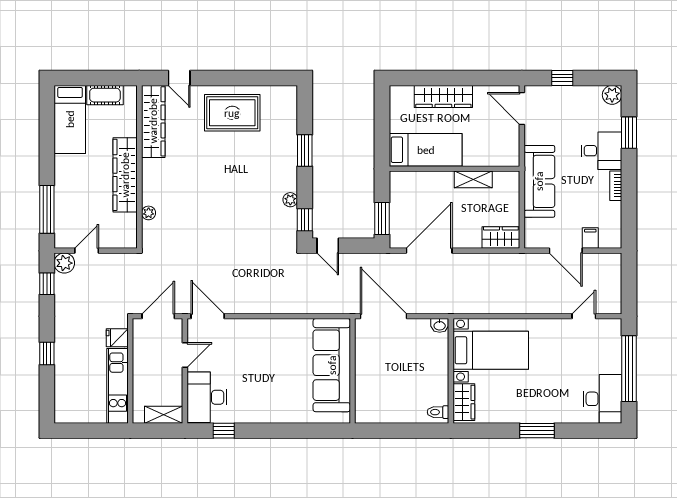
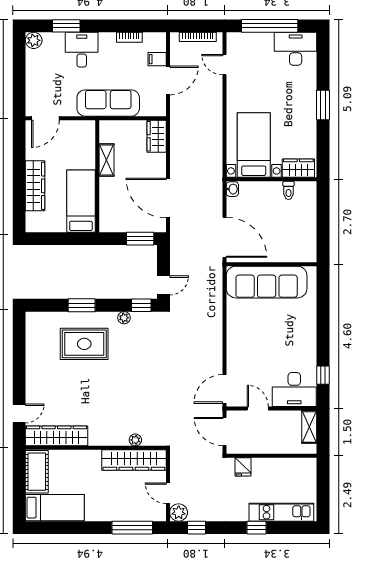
window: (562, 78) -> (19, 83), removed
cot: (105, 95) -> (37, 472), width x1.37, depth x1.34
rug: (232, 113) -> (84, 344), moved, turned 90
wardrobe: (125, 175) -> (134, 460), moved
bookcase: (616, 186) -> (129, 37), moved
bookcase: (616, 285) -> (198, 37), added
door: (384, 316) -> (224, 237), swing flipped
kitchen unit: (117, 386) -> (281, 512), moved, turned 180
toilet: (438, 412) -> (288, 190), moved

